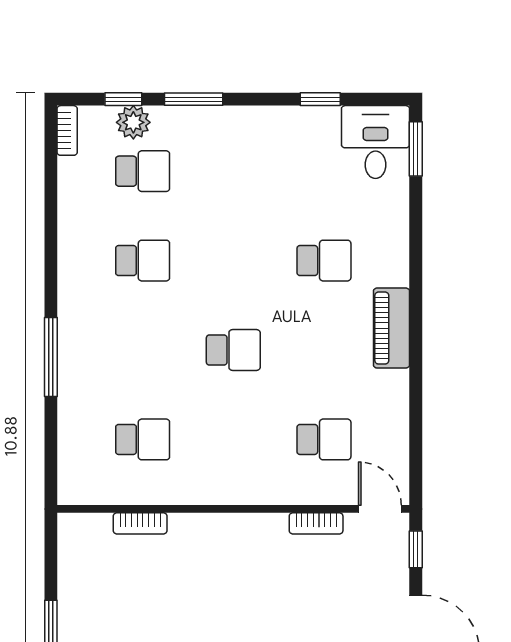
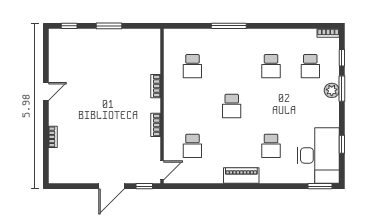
plant: (133, 122) -> (332, 90), moved
desk: (376, 142) -> (318, 155), width x1.87, depth x1.30
bookcase: (140, 523) -> (156, 86), moved
bookcase: (316, 523) -> (156, 125), moved

